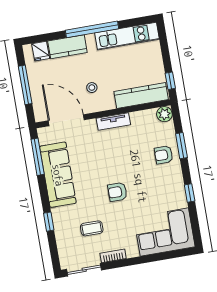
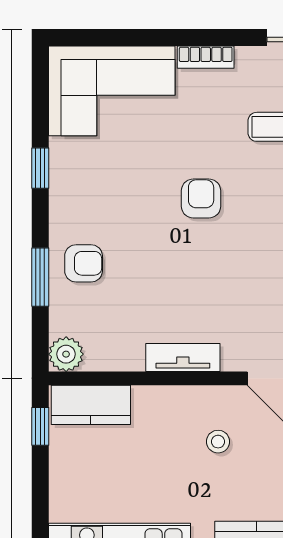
kitchen counter: (141, 95) -> (91, 405), width x0.67
armchair: (117, 192) -> (201, 198), turned -90
bookcase: (113, 256) -> (206, 57), moved

